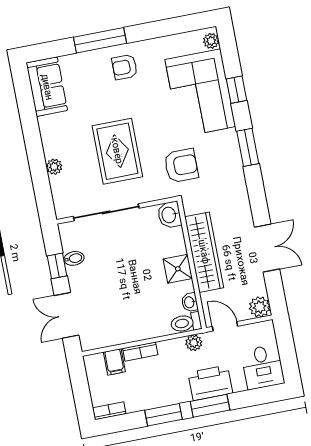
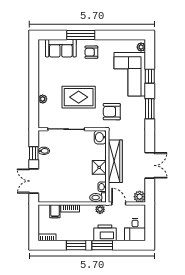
sofa: (47, 87) -> (61, 48), moved, turned 90
rug: (117, 151) -> (79, 97), turned 90
armchair: (181, 166) -> (112, 112), turned 180

